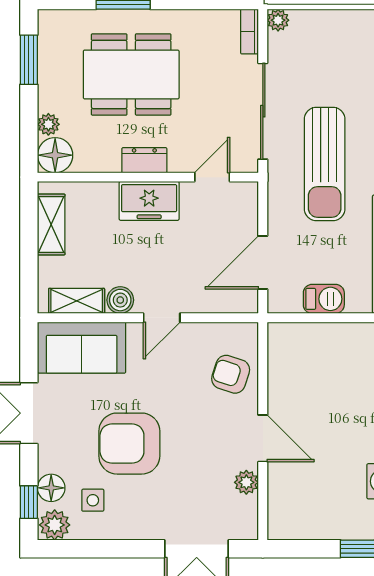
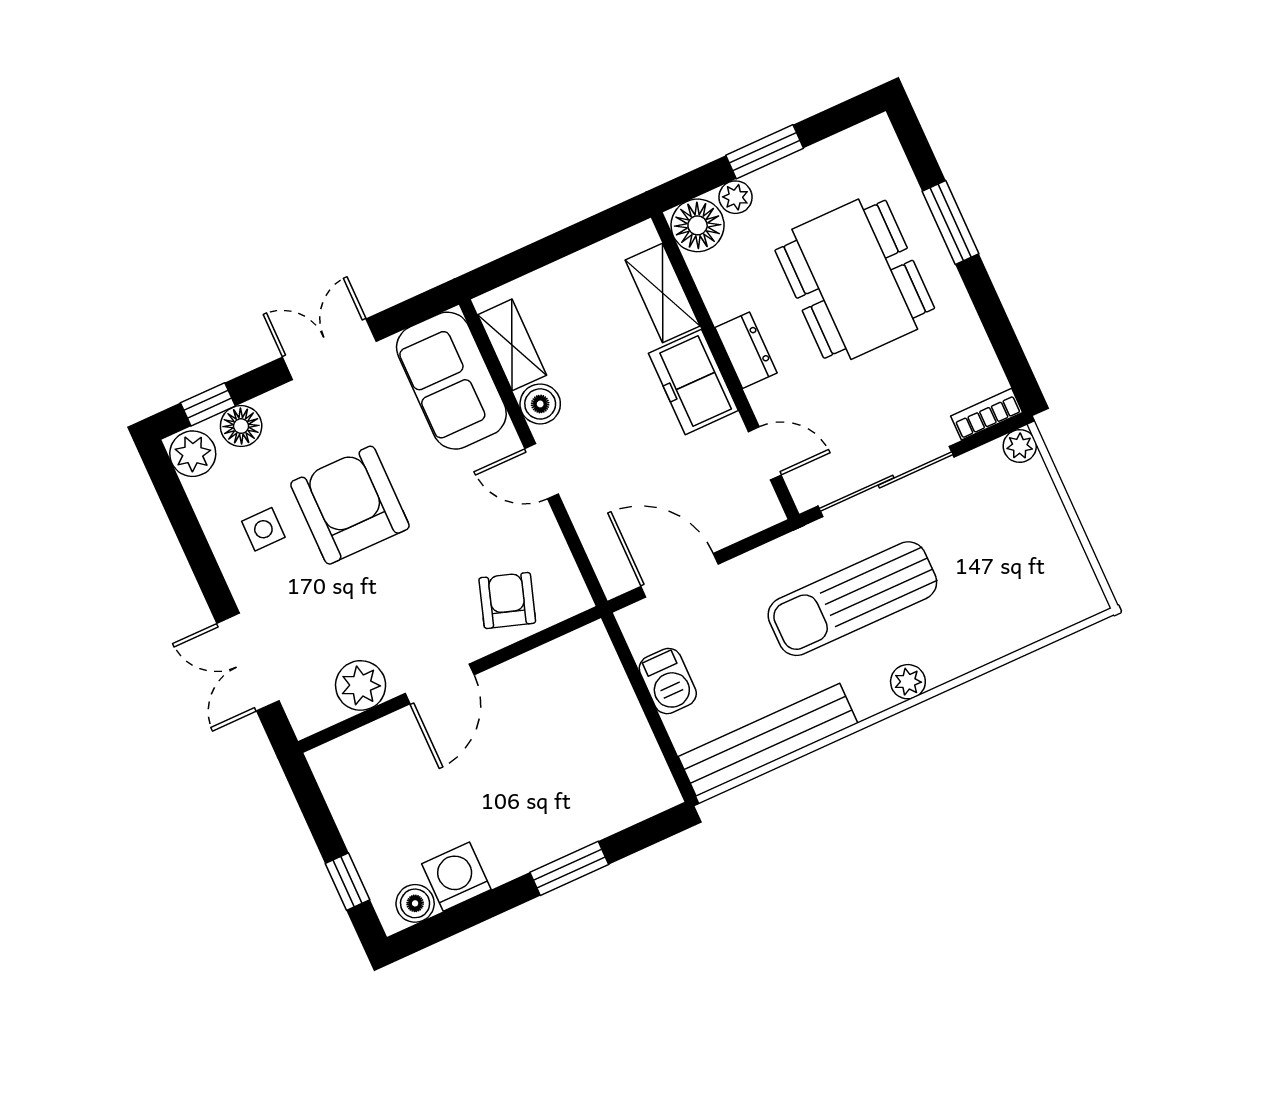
window: (29, 60) -> (765, 152), moved
shelving: (51, 224) -> (663, 293), moved, turned 90
plant: (246, 482) -> (361, 685), width x1.38, depth x1.38
side table: (93, 500) -> (263, 529), moved

